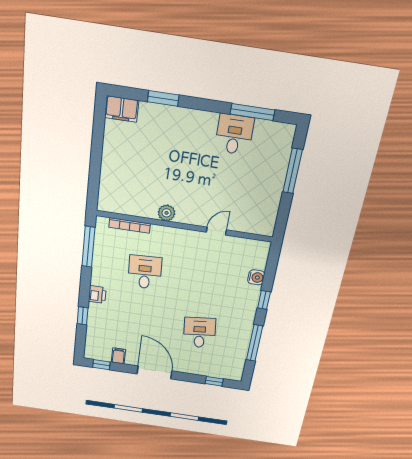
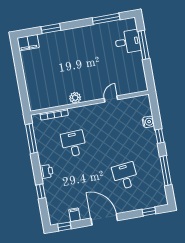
desk: (234, 134) -> (128, 42), moved, turned 90

